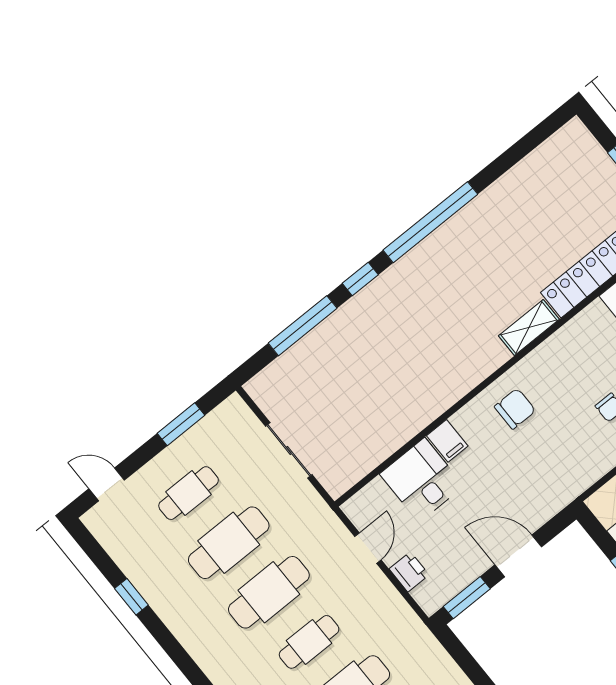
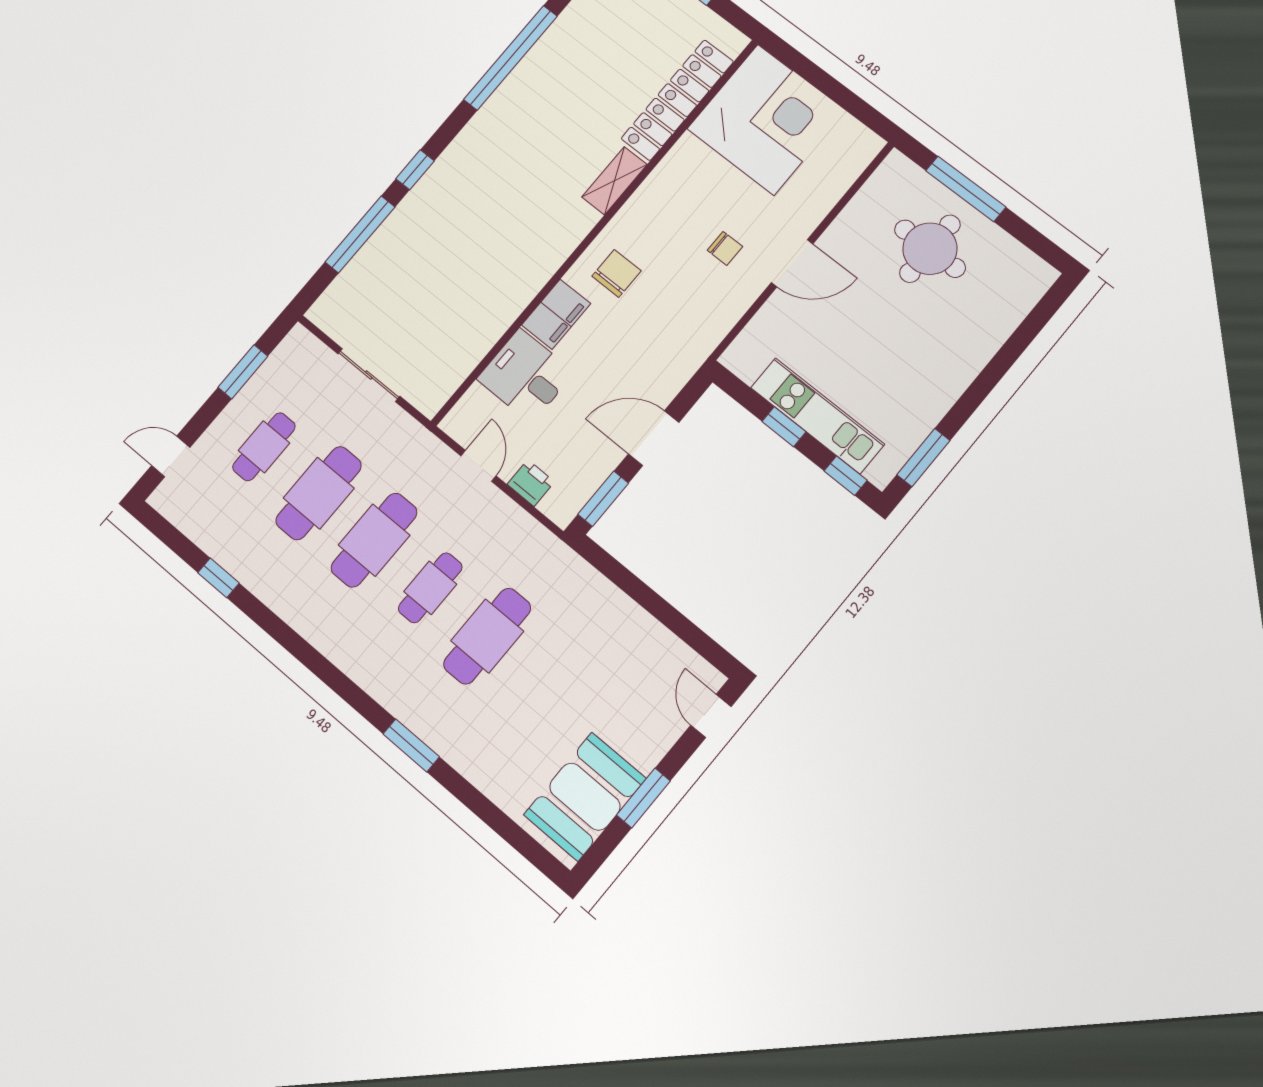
window: (430, 222) -> (511, 58), moved
filing cabinet: (447, 441) -> (556, 314), width x2.00

